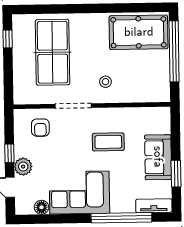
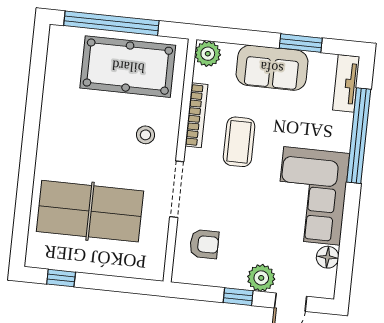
pool table: (139, 32) -> (128, 67), moved, turned 90
bookcase: (122, 113) -> (196, 115), added
plant: (162, 115) -> (208, 54), added

